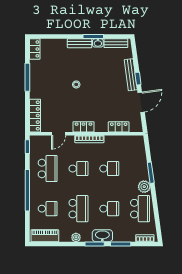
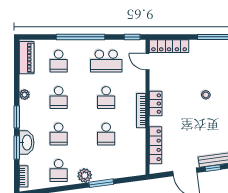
locker: (119, 127) -> (156, 145), width x1.53
door: (59, 134) -> (148, 62), moved
school desk: (78, 209) -> (59, 98), width x0.54
school desk: (140, 209) -> (59, 171), width x0.54
washbasin: (102, 236) -> (27, 143), moved

